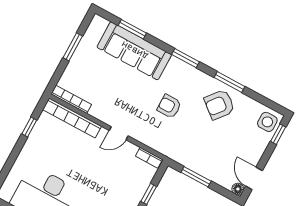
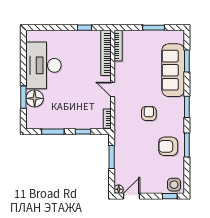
armchair: (219, 105) -> (168, 146), turned -39

